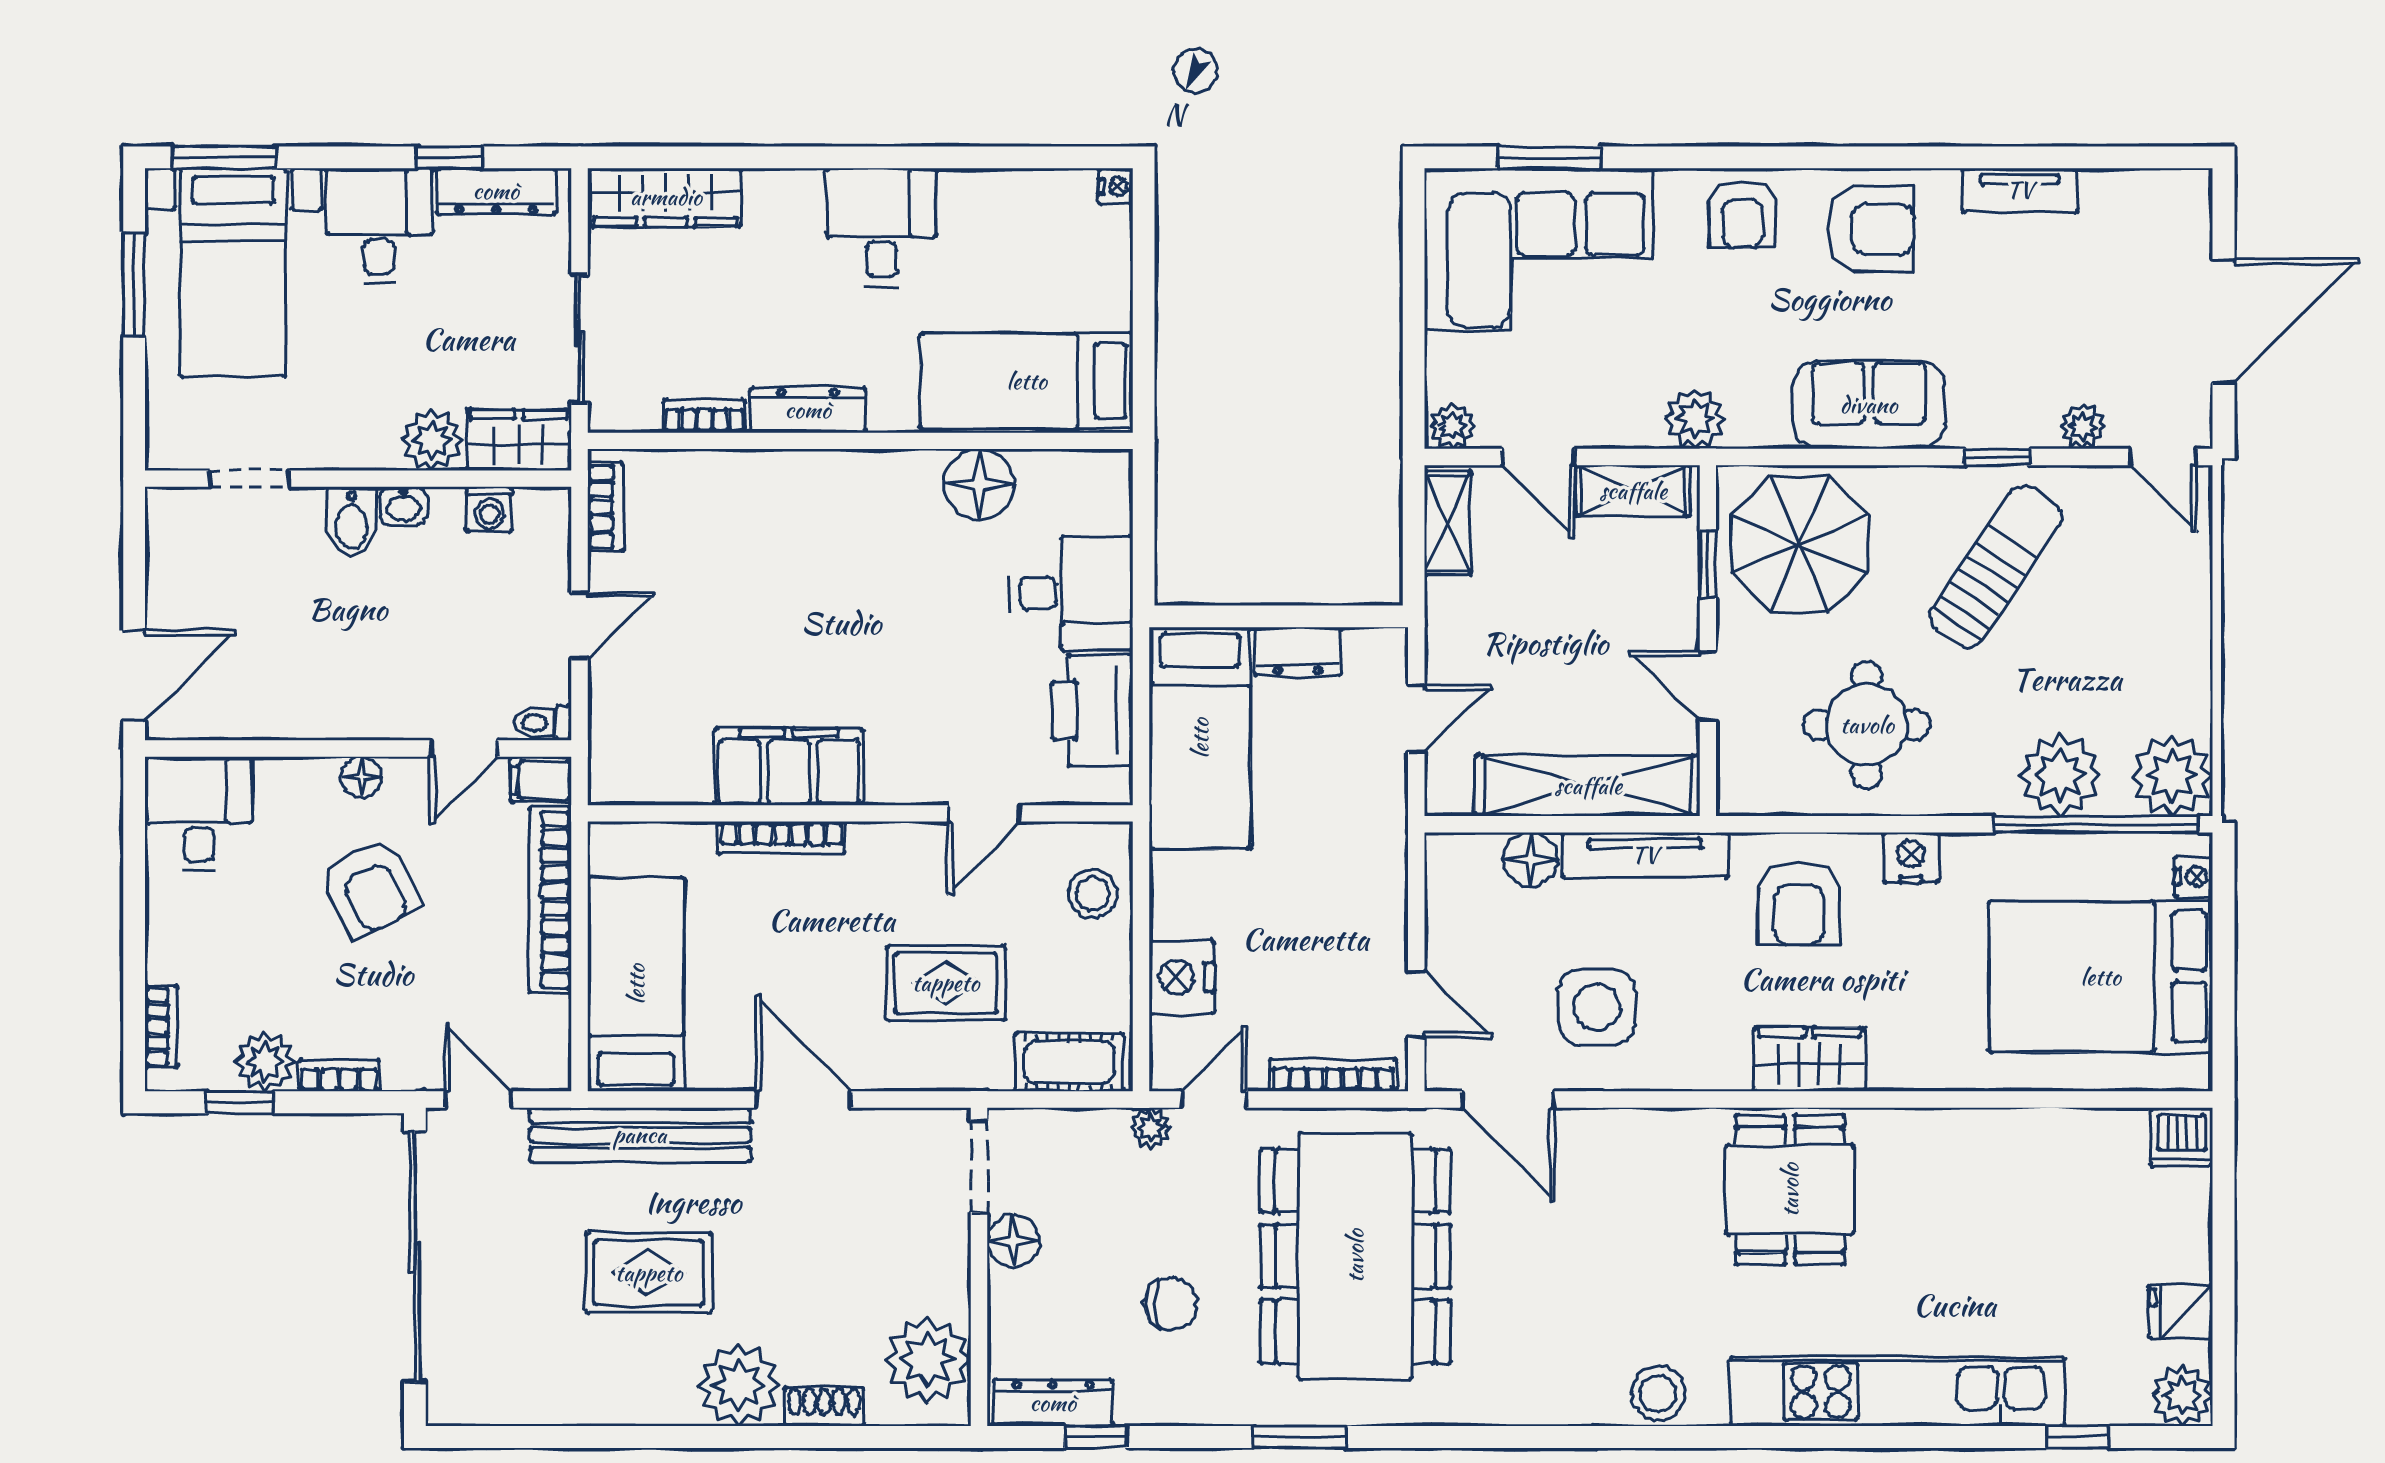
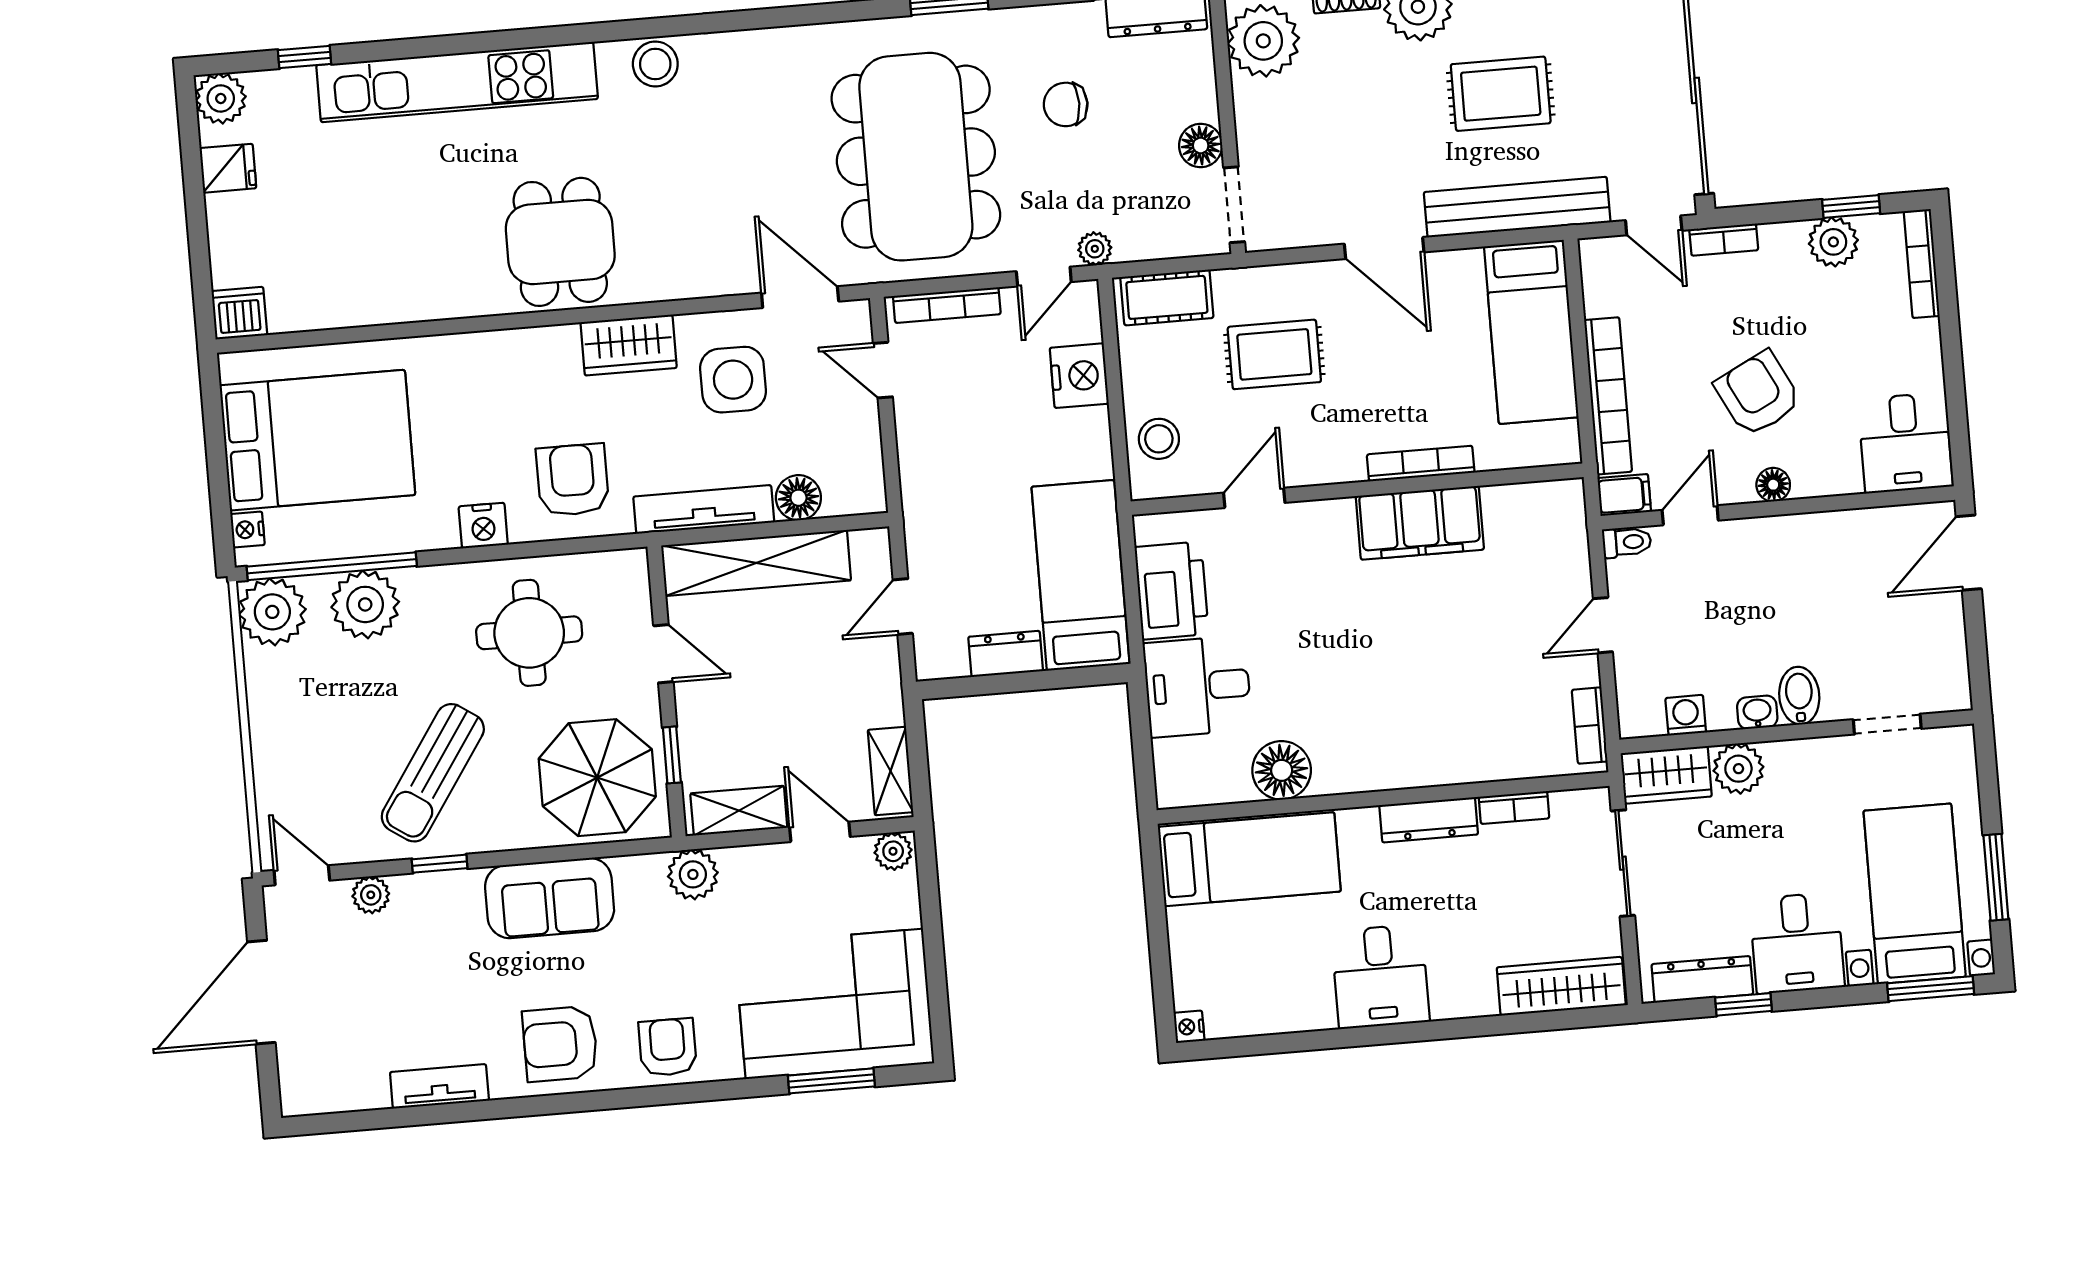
bookcase: (161, 1027) -> (1922, 264), width x1.56
wardrobe: (1809, 1059) -> (629, 345), moved
bookcase: (339, 1075) -> (1724, 240), moved

